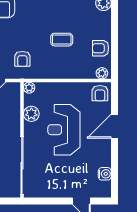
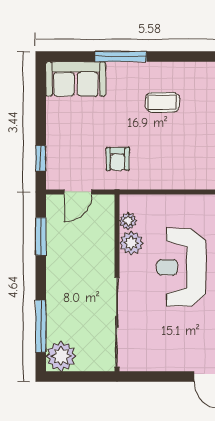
coffee table: (62, 40) -> (162, 102), moved
plant: (29, 88) -> (128, 221), moved

